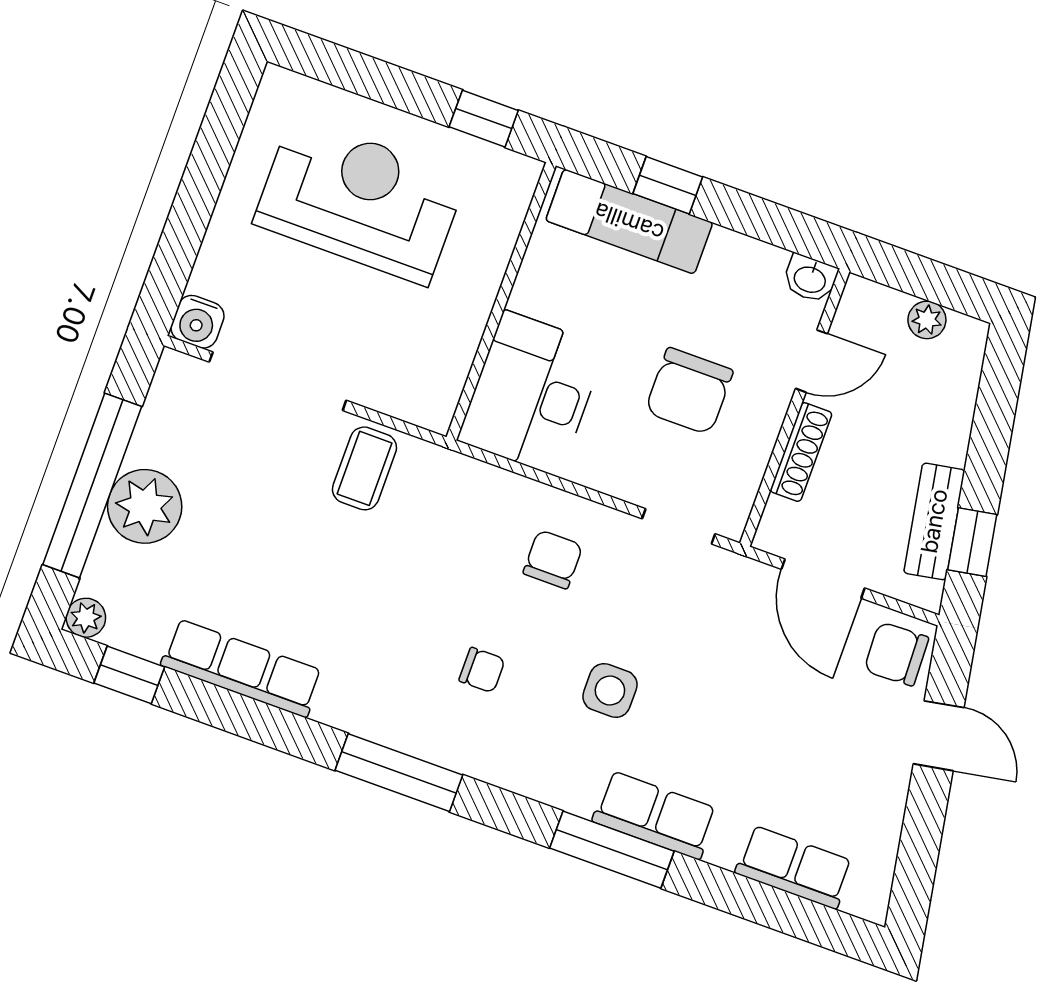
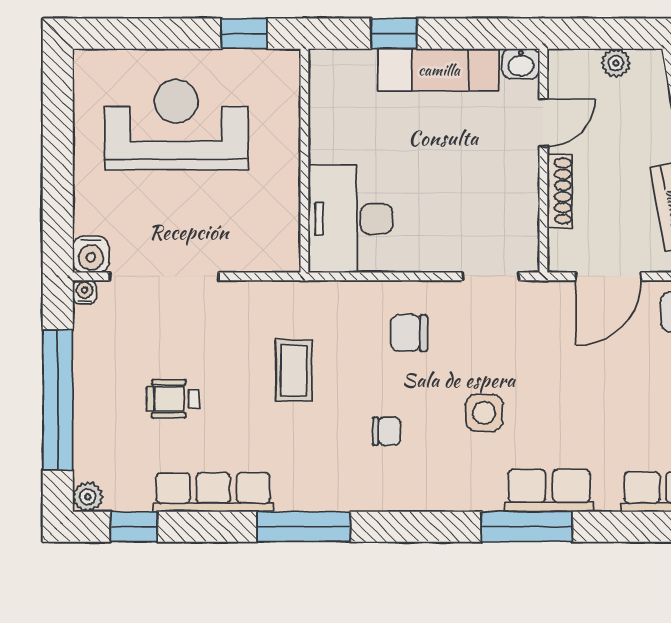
exam couch: (629, 222) -> (439, 70), moved
water cooler: (173, 365) -> (85, 292), added
chair: (689, 391) -> (463, 176), removed
coffee table: (364, 468) -> (294, 370), moved
plant: (145, 506) -> (101, 401), removed
wheelchair: (234, 535) -> (173, 399), added
chair: (553, 559) -> (409, 333), turned -90
door: (823, 579) -> (608, 276), hinge flipped
window: (399, 773) -> (304, 527), moved

